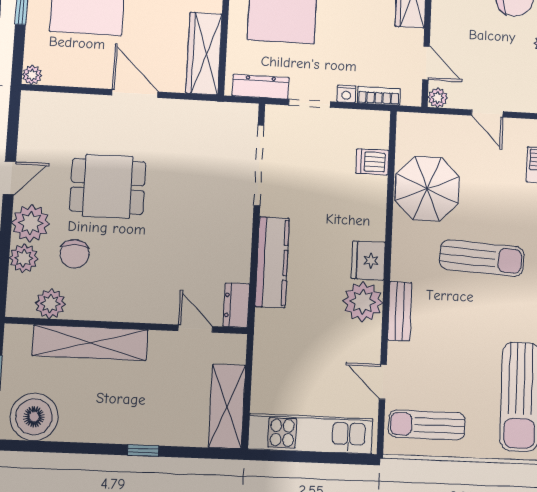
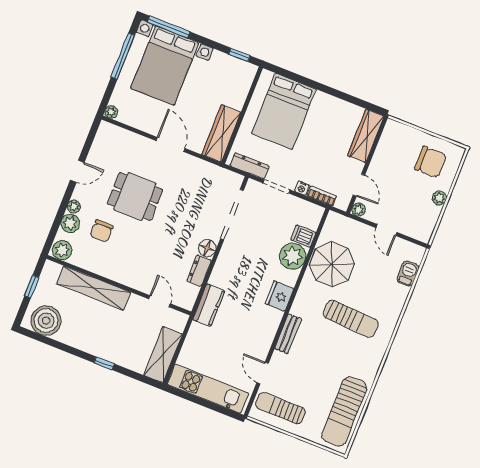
plant: (31, 223) -> (74, 207), width x0.53, depth x0.53
floor lamp: (239, 226) -> (207, 248), added
kitchen counter: (272, 262) -> (209, 305), moved, width x0.67
plant: (363, 302) -> (293, 256), moved
plant: (50, 304) -> (62, 250), moved
dresser: (236, 305) -> (199, 271), moved

